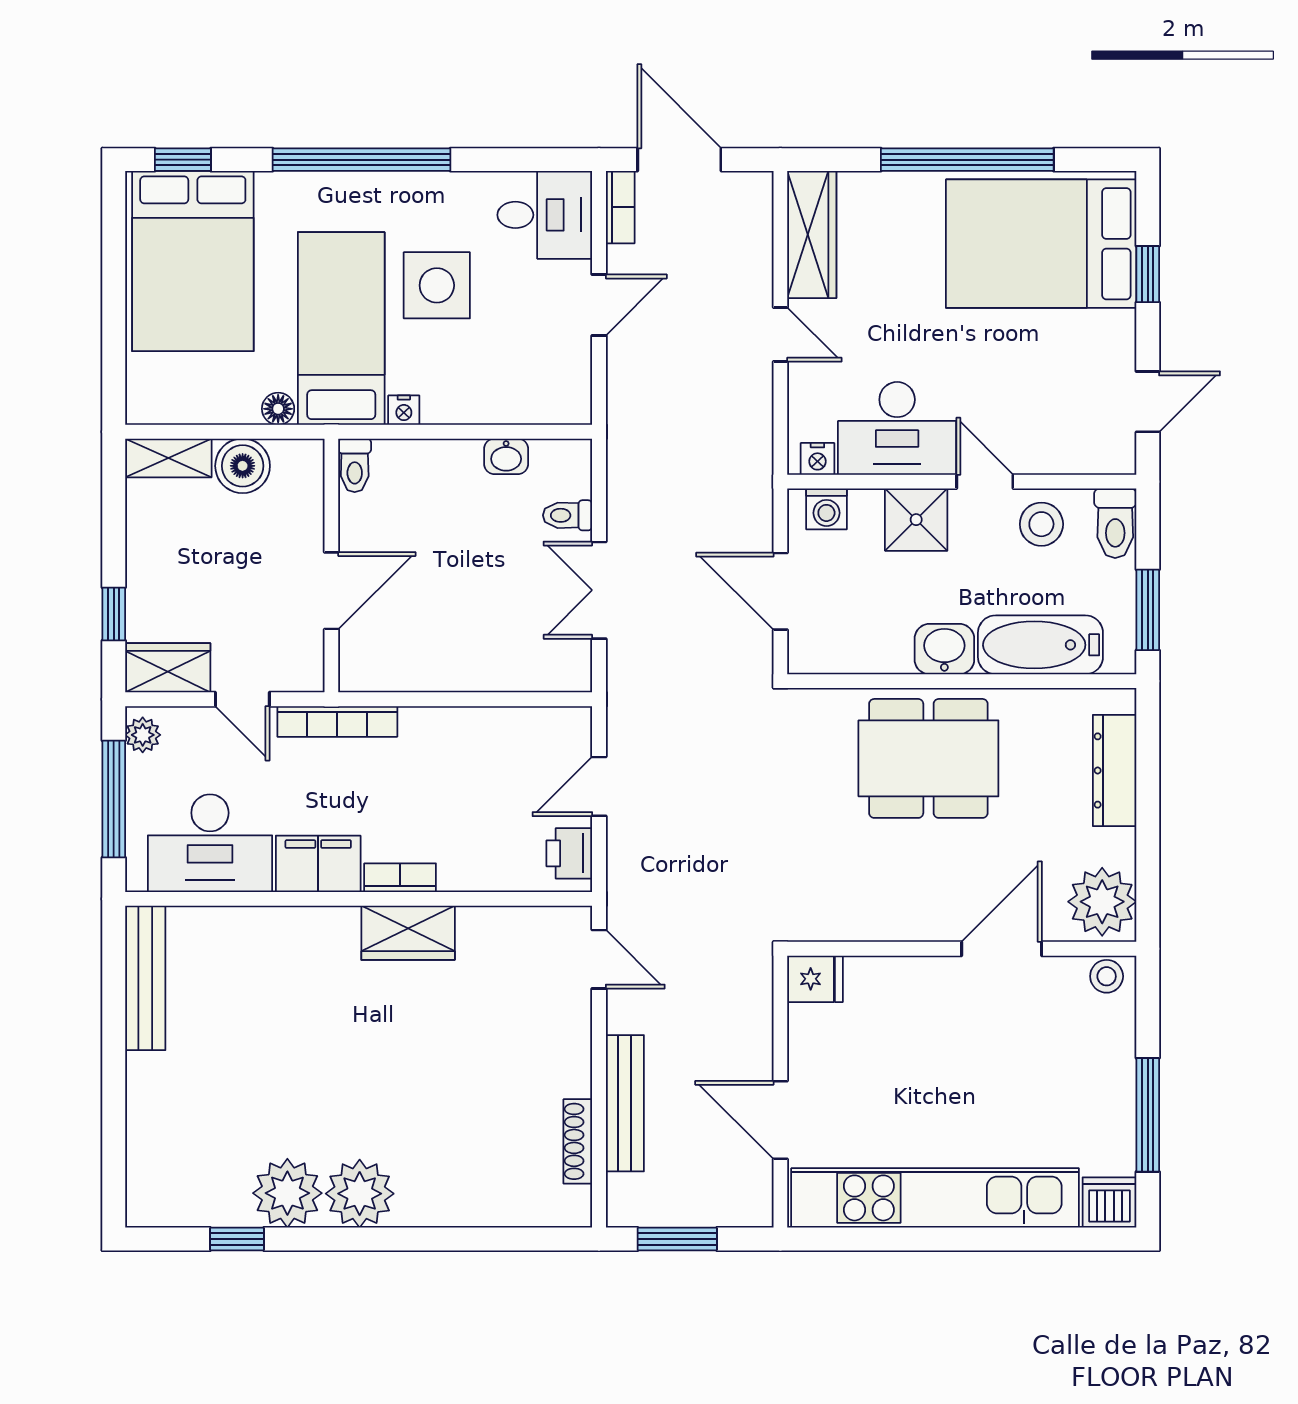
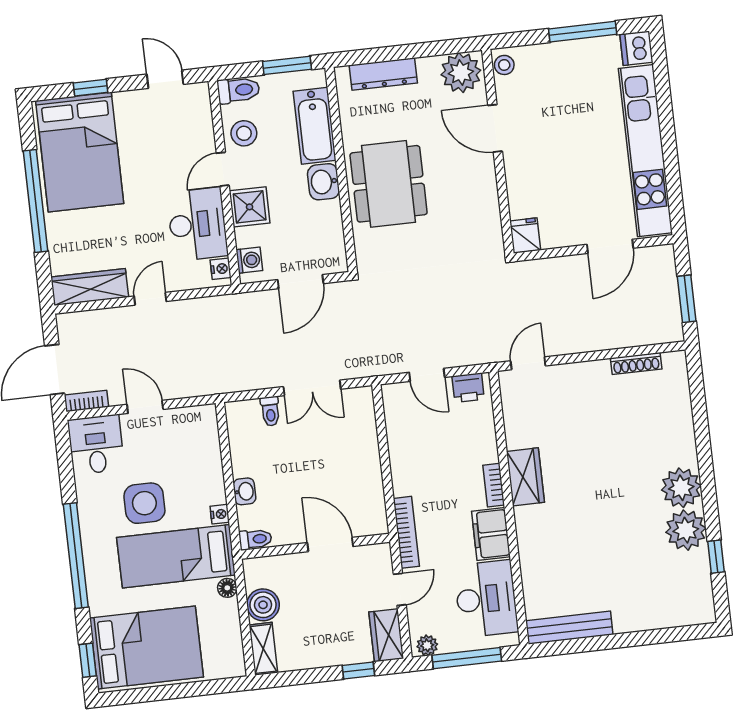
washbasin: (506, 456) -> (244, 491), moved
bench: (625, 1103) -> (611, 339), removed

